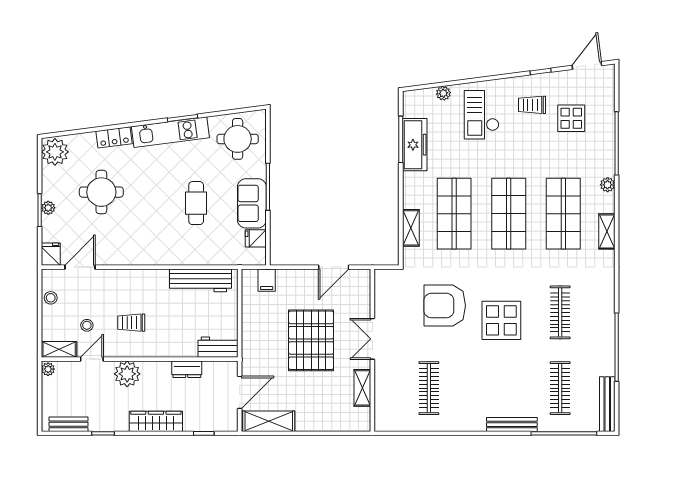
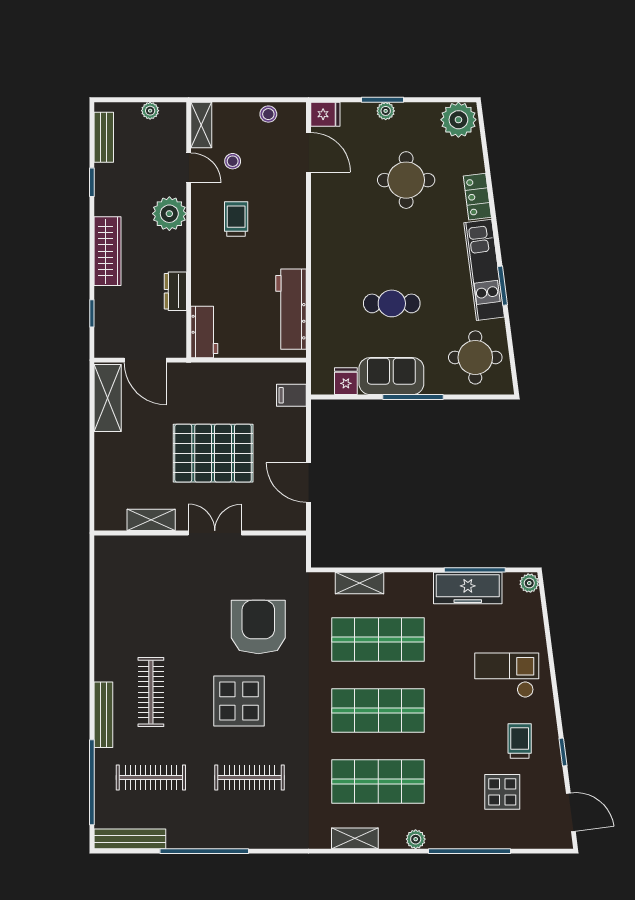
plant: (443, 93) -> (529, 583), moved
plant: (48, 369) -> (150, 111), moved
clothes rail: (429, 388) -> (151, 692), moved, turned 90

